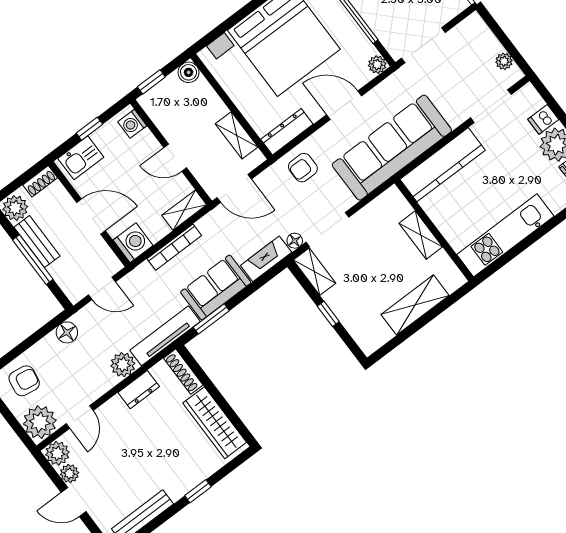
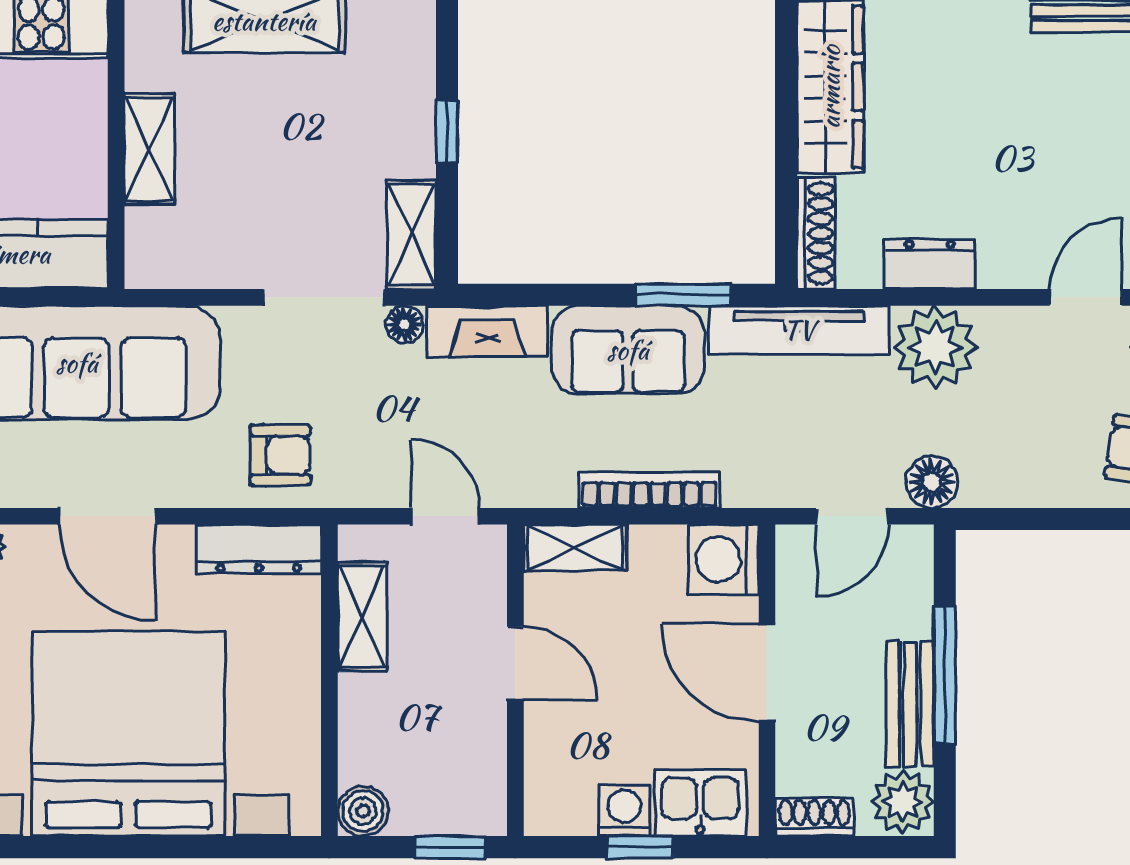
washing machine: (132, 124) -> (624, 811), moved, turned -90
door: (234, 188) -> (445, 516), width x0.73
door: (102, 288) -> (852, 516), swing flipped
floor lamp: (67, 332) -> (932, 482), moved
plant: (123, 365) -> (935, 347), width x1.36, depth x1.36

